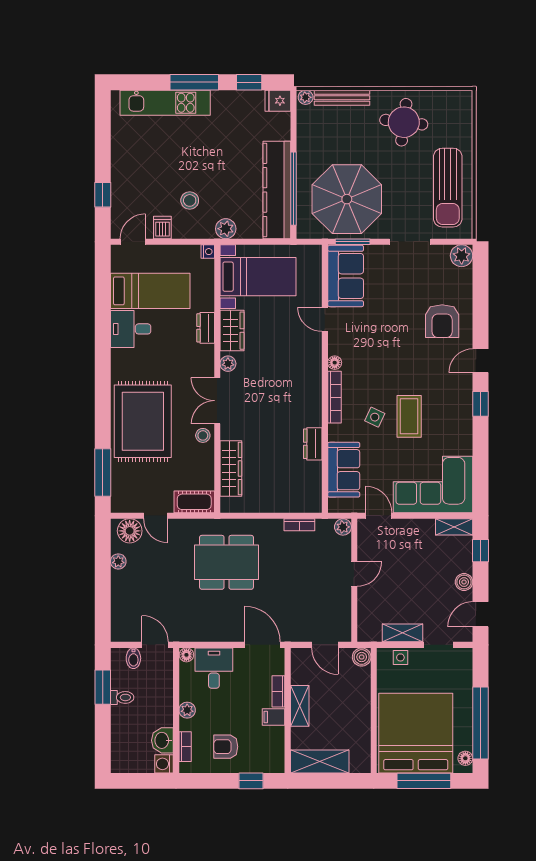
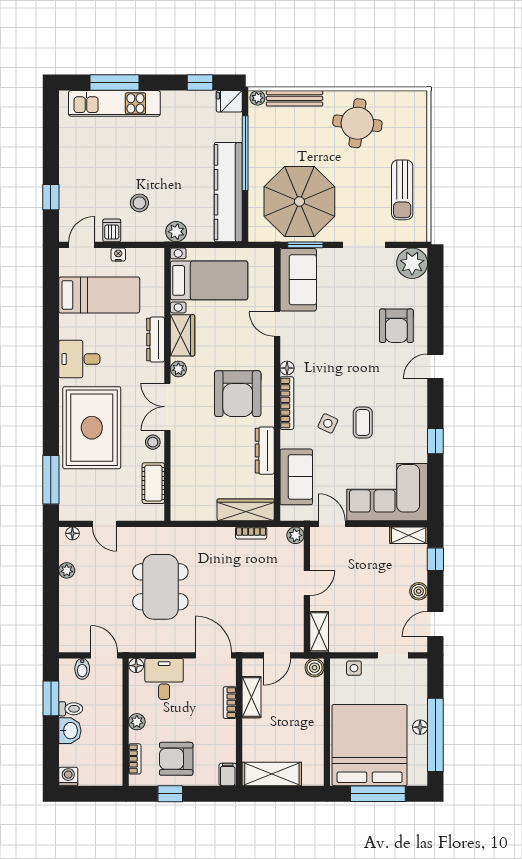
window: (194, 82) -> (115, 83), moved
sun lounger: (448, 188) -> (402, 190), width x0.73, depth x0.75
window: (294, 189) -> (245, 153), moved
nightstand: (208, 252) -> (118, 255), moved, turned -90
plant: (462, 256) -> (412, 263), width x1.36, depth x1.36
dresser: (206, 328) -> (156, 340), width x1.44
desk: (131, 329) -> (79, 359), moved
armchair: (286, 388) -> (238, 394), added
window: (480, 404) -> (435, 441), moved
coffee table: (409, 416) -> (363, 423), width x0.73, depth x0.77
dresser: (313, 444) -> (265, 451), width x1.44
wardrobe: (231, 469) -> (246, 510), moved, turned -90
cot: (194, 502) -> (153, 483), moved, turned 90
floor lamp: (130, 531) -> (72, 533), width x0.53, depth x0.53
dining table: (227, 562) -> (160, 587), moved, turned 90
shelving: (402, 633) -> (319, 632), moved, turned 90
door: (325, 645) -> (277, 655), hinge flipped
shelving: (300, 706) -> (252, 697), moved
filing cabinet: (274, 717) -> (228, 774), moved, turned 90
washbasin: (162, 740) -> (70, 731), moved, turned 180
armchair: (226, 747) -> (176, 759), width x1.38, depth x1.38
floor lamp: (465, 758) -> (420, 727), moved
washing machine: (164, 764) -> (68, 776), moved, turned 90
window: (251, 781) -> (170, 794), moved

